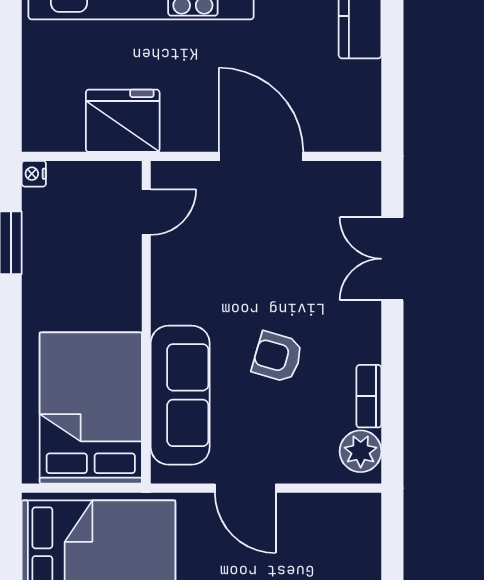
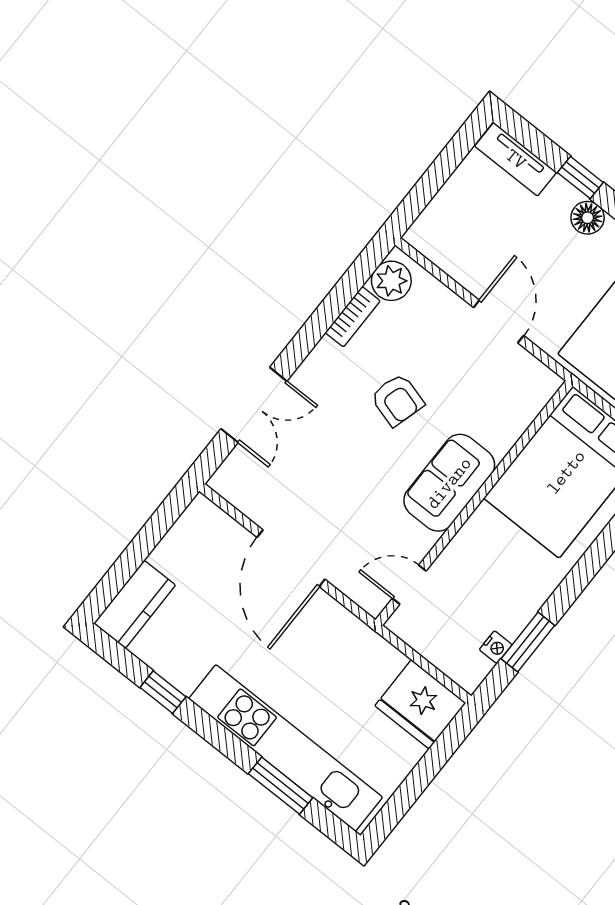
fridge: (123, 121) -> (420, 704), moved
nightstand: (34, 174) -> (496, 647), moved
sofa: (180, 395) -> (449, 483), moved, width x0.73

